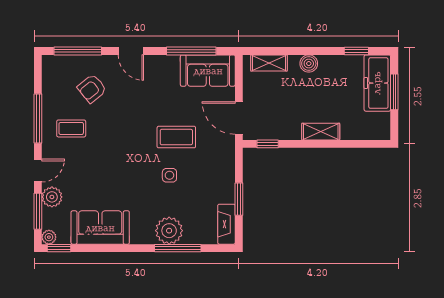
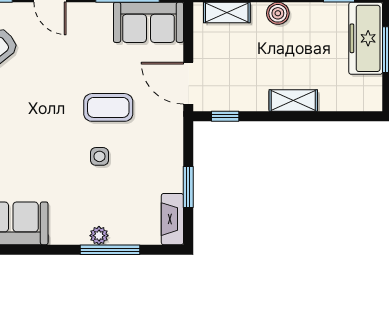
plant: (169, 231) -> (99, 236), width x0.53, depth x0.53

